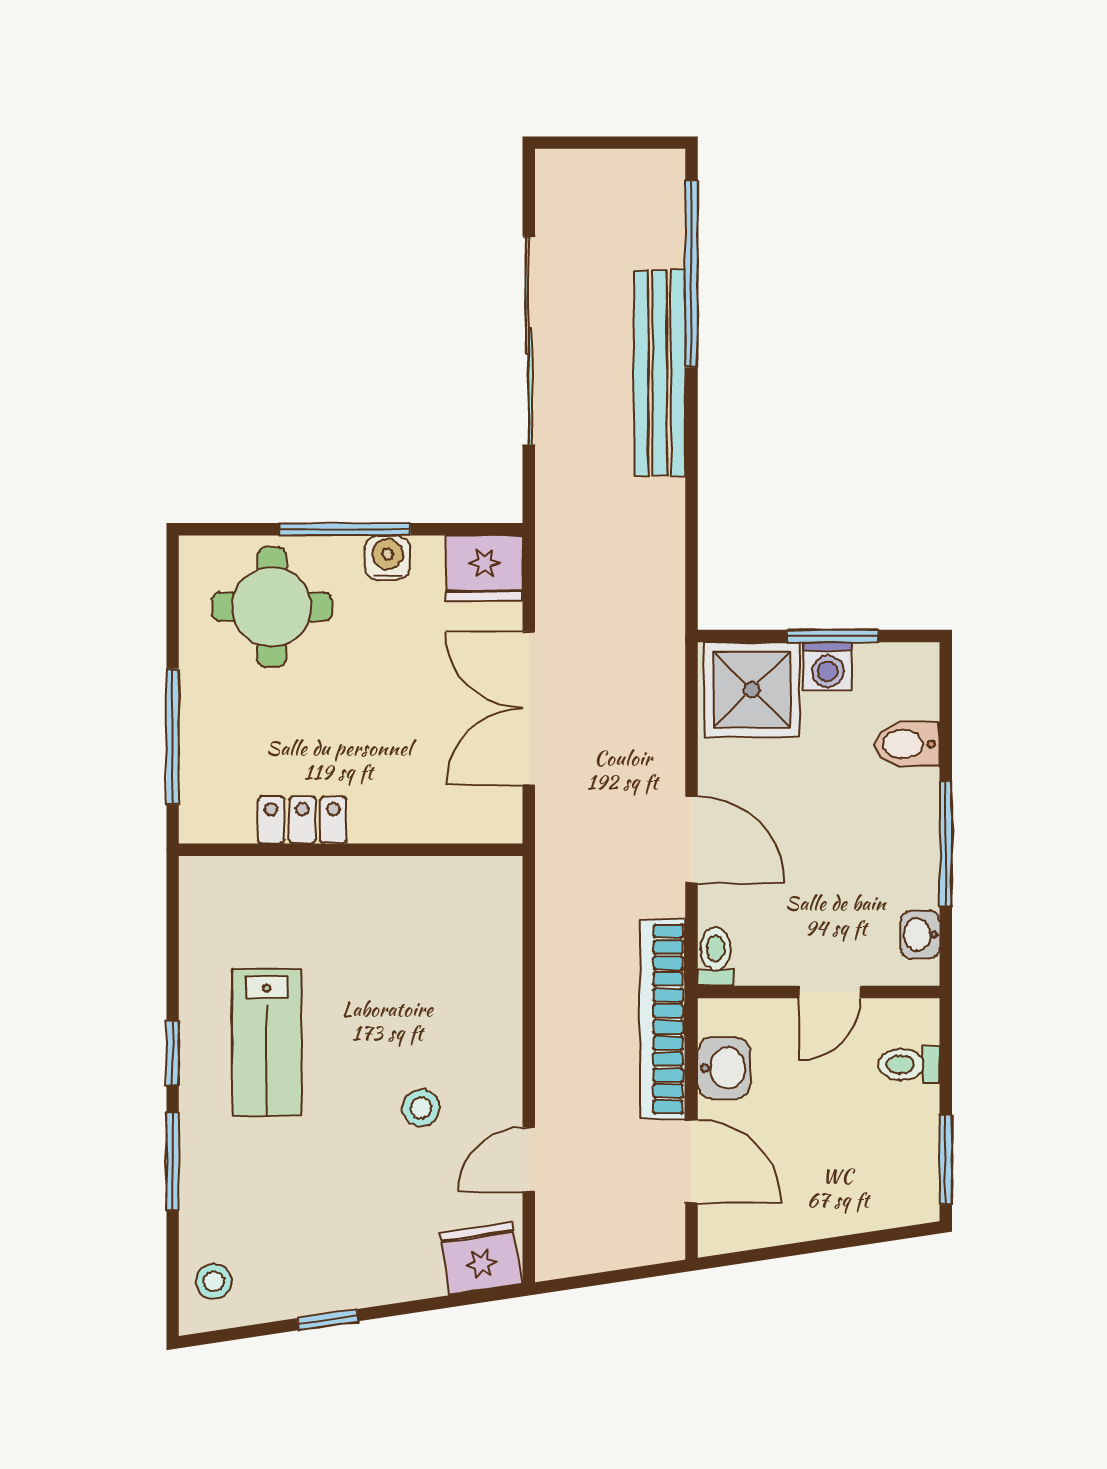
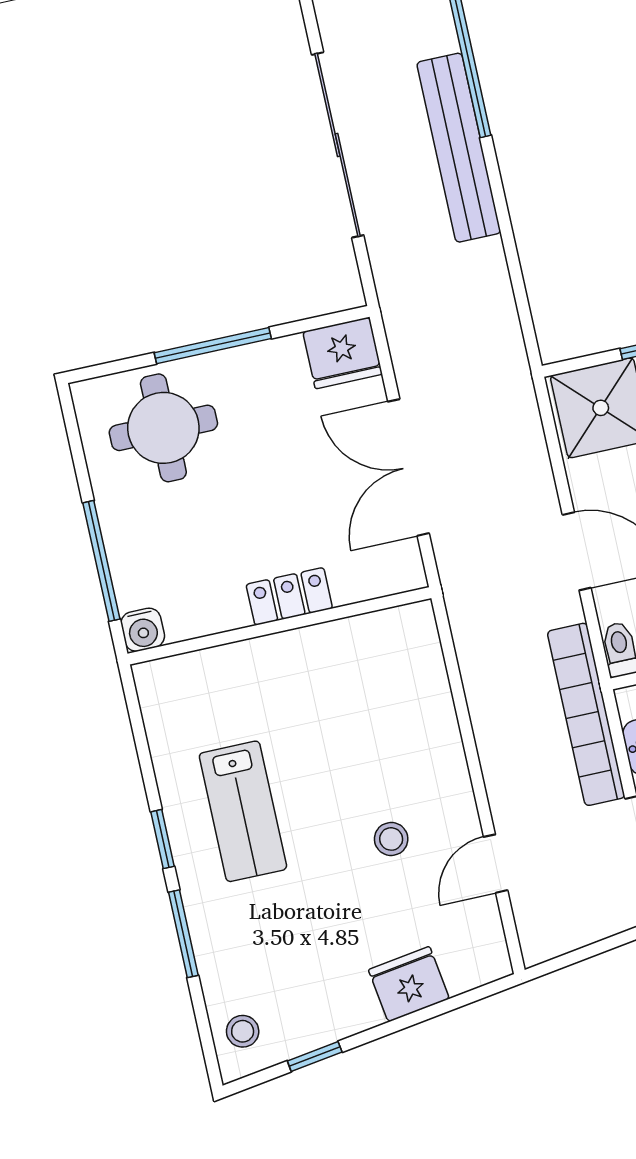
water cooler: (387, 558) -> (143, 630), moved, turned 180
locker: (302, 820) -> (289, 596), moved
fridge: (481, 1259) -> (409, 984), moved
window: (328, 1320) -> (315, 1056), moved

